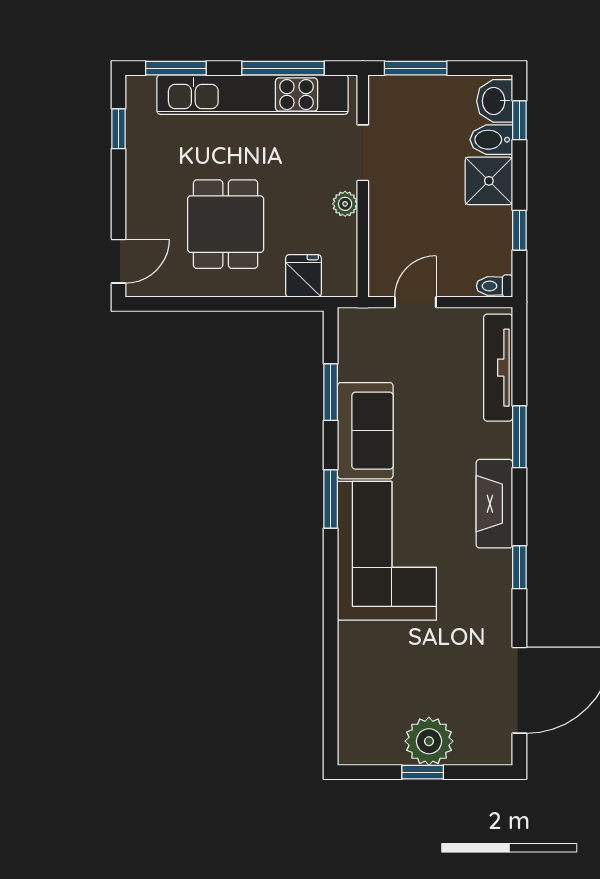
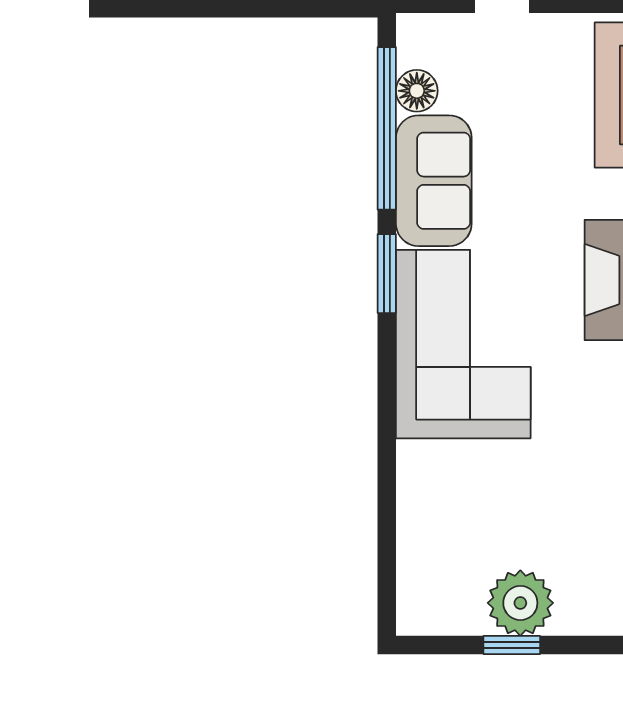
floor lamp: (353, 364) -> (417, 91), added
window: (331, 392) -> (387, 128), width x2.11

